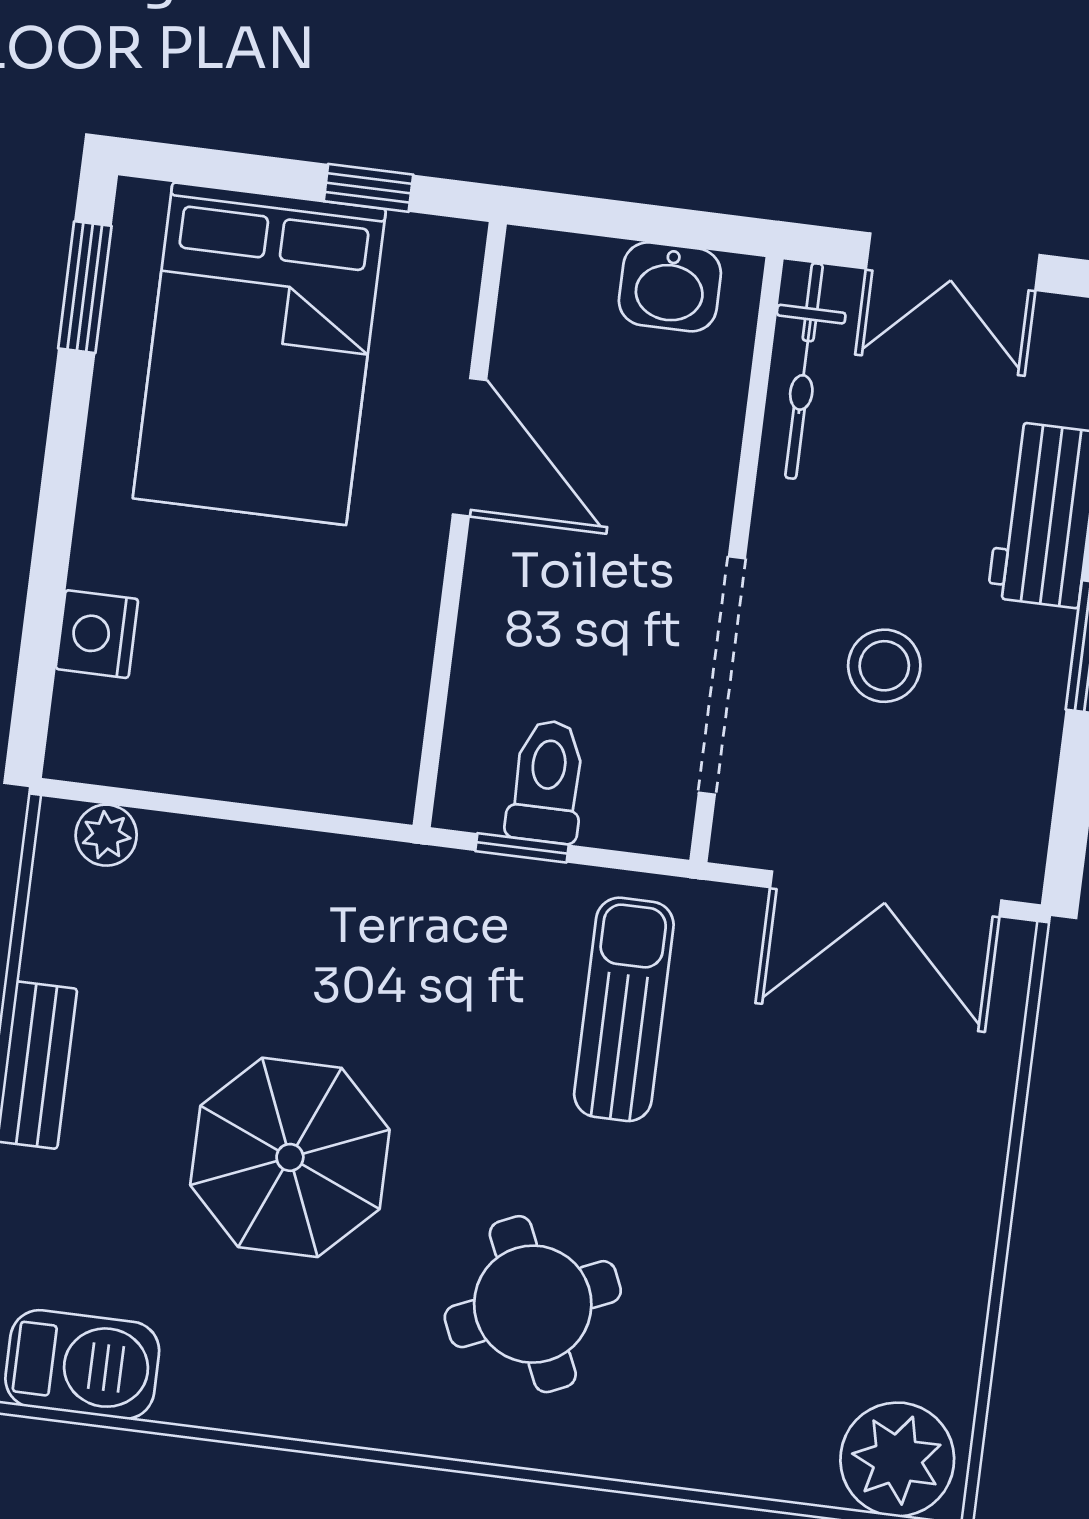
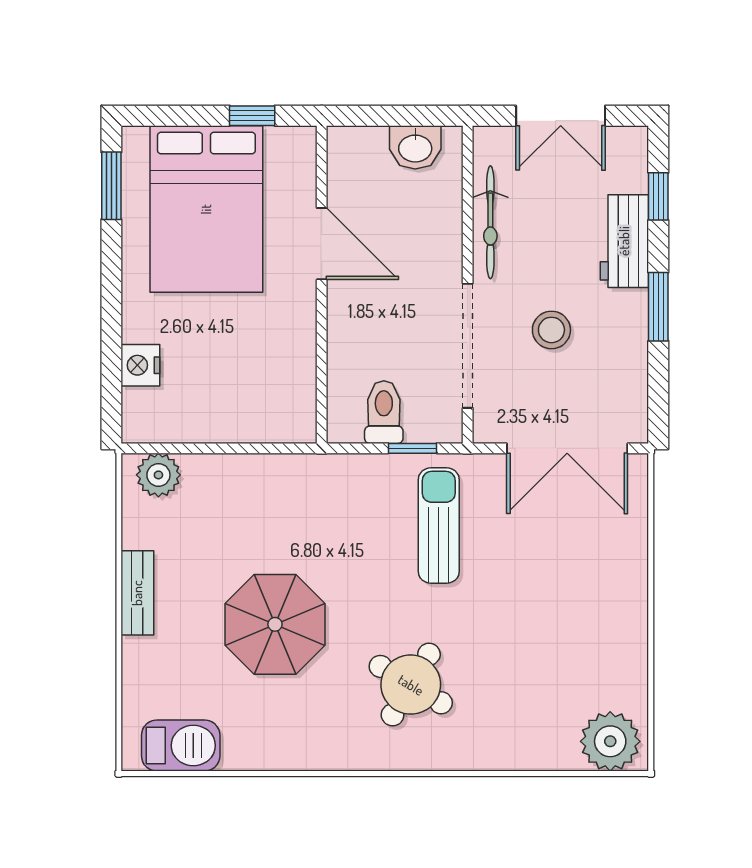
bicycle: (804, 371) -> (490, 222), moved
plant: (106, 835) -> (158, 475), width x1.38, depth x1.38
window: (522, 848) -> (412, 448), moved
round table: (533, 1304) -> (411, 685), turned -35

